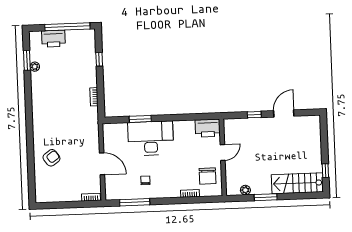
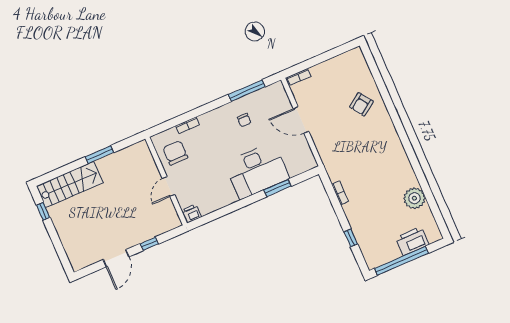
window: (27, 60) -> (433, 204), removed
plant: (35, 67) -> (414, 198), width x1.87, depth x1.87
printer: (208, 128) -> (191, 214), width x0.53, depth x0.68
plant: (245, 190) -> (126, 154), removed

